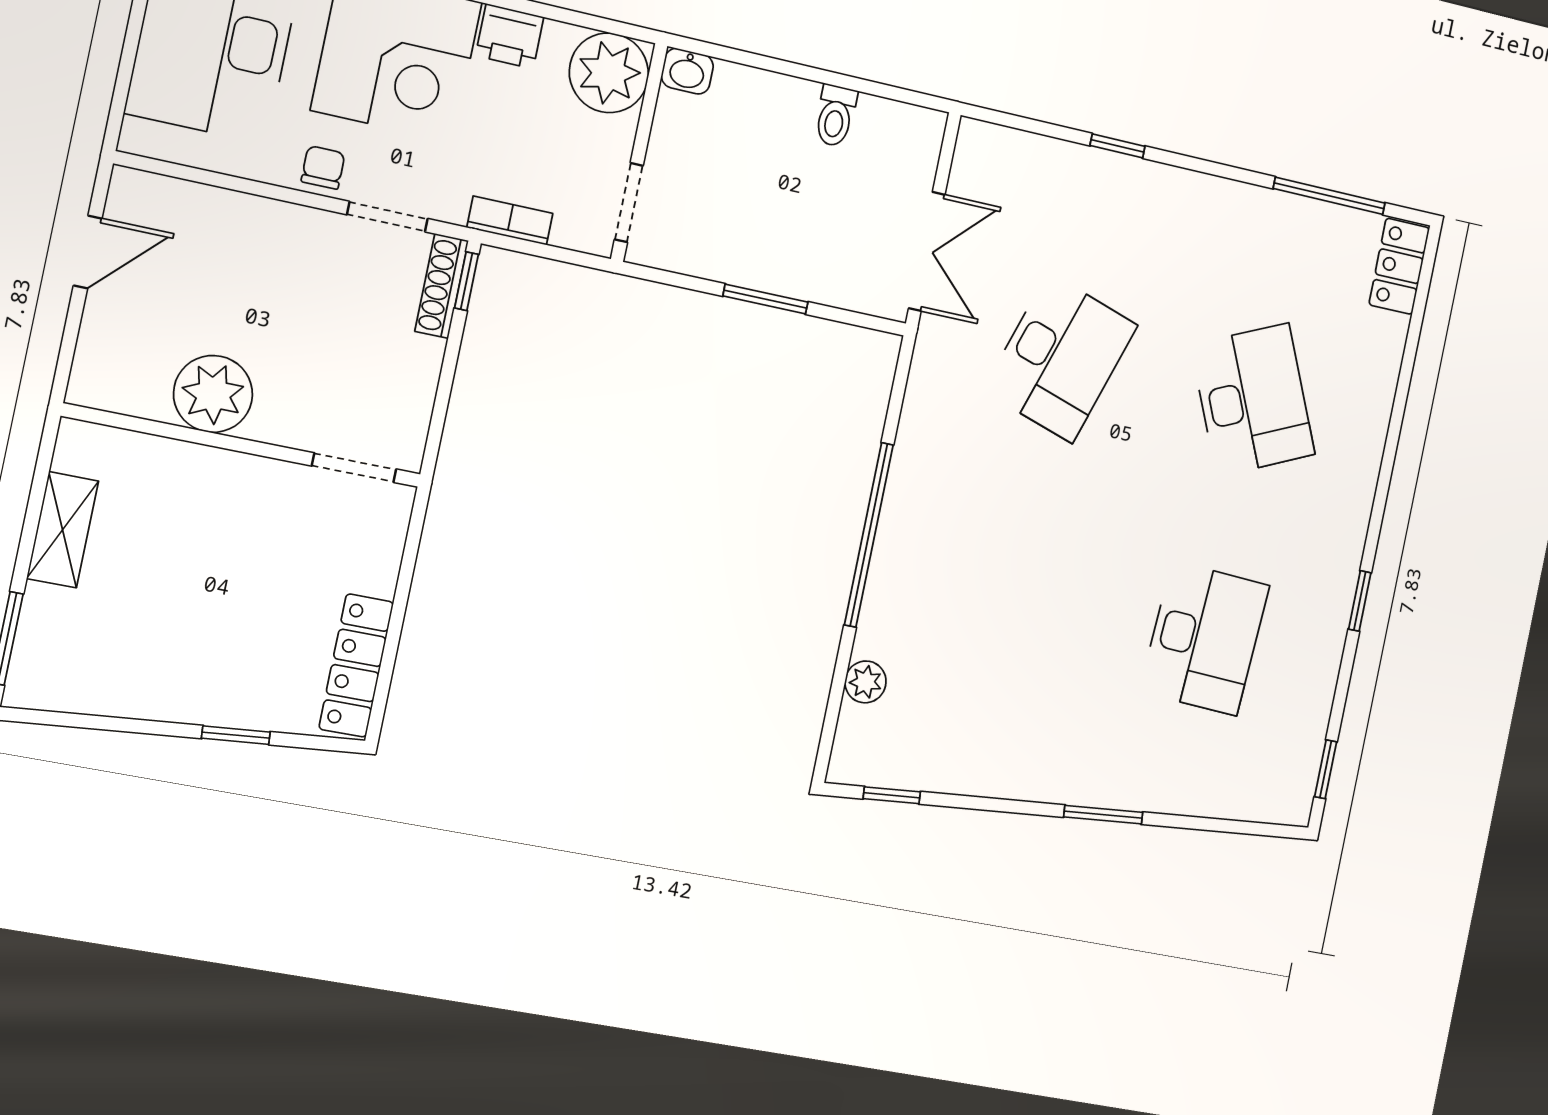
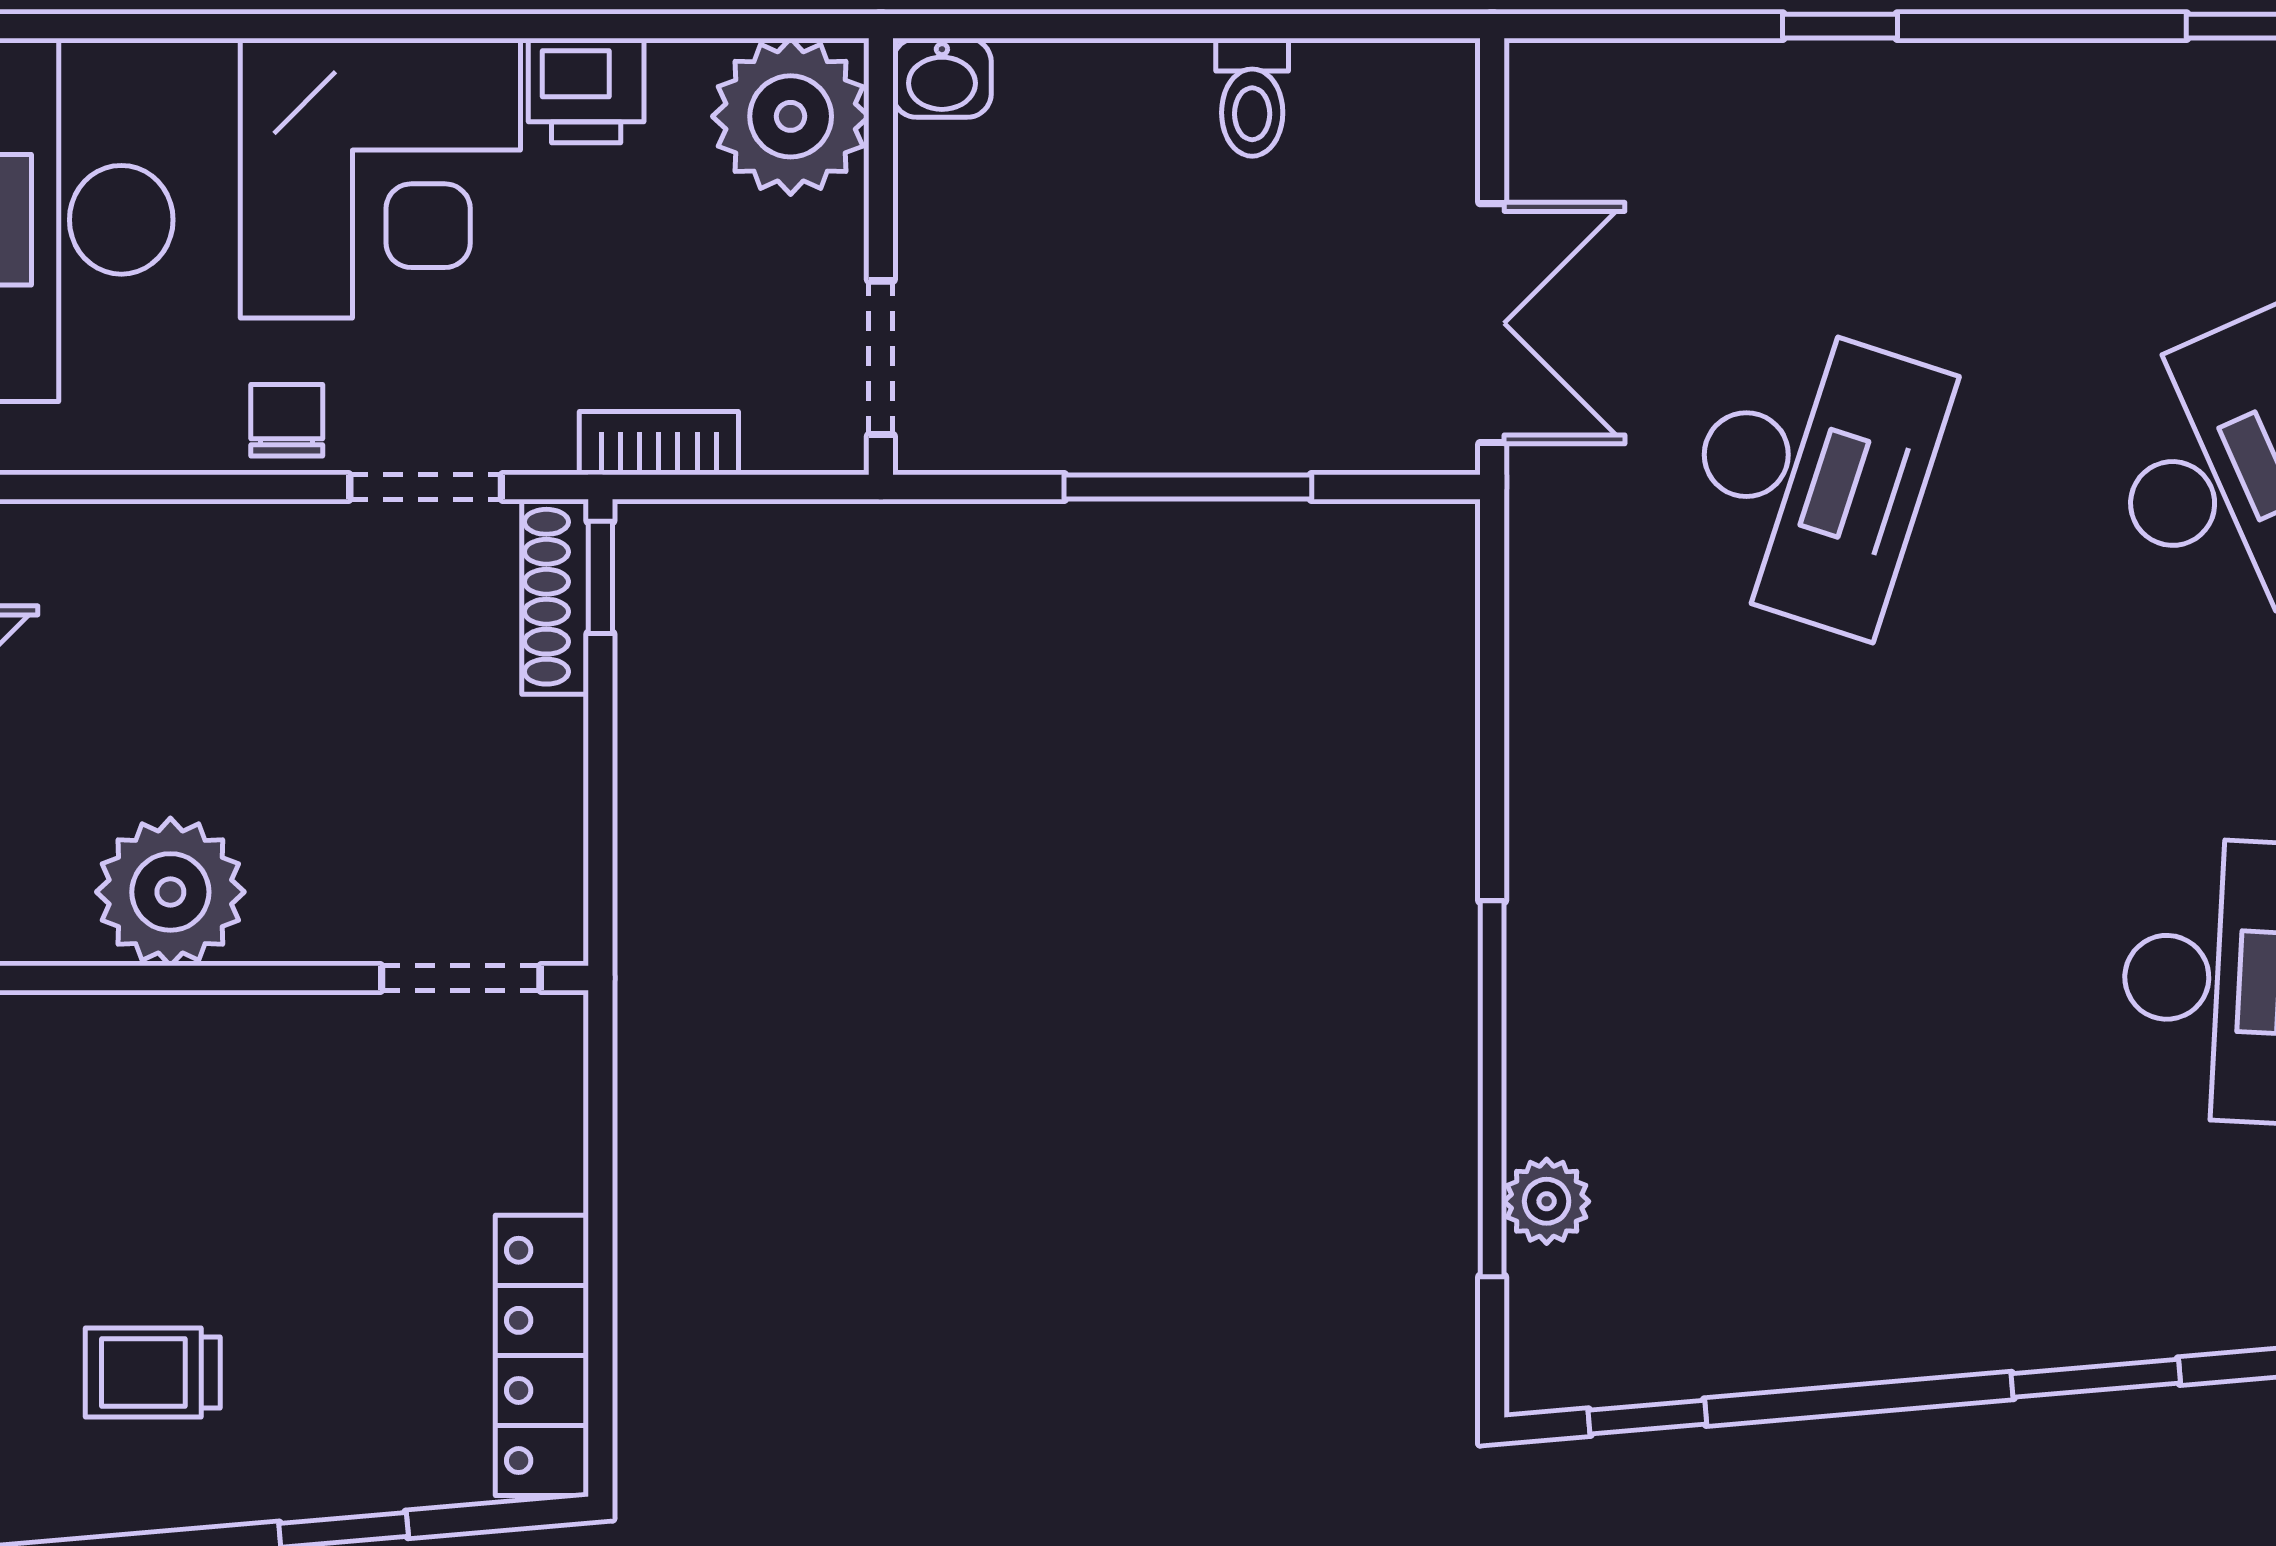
window: (765, 299) -> (1188, 487), width x1.44
window: (869, 535) -> (1492, 1089), moved
trolley: (153, 637) -> (153, 1372), added

